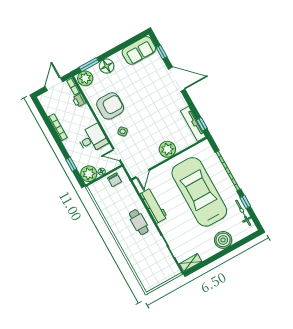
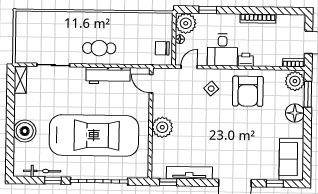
printer: (79, 100) -> (246, 60), moved
tv unit: (193, 124) -> (189, 173), moved

